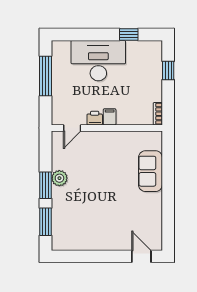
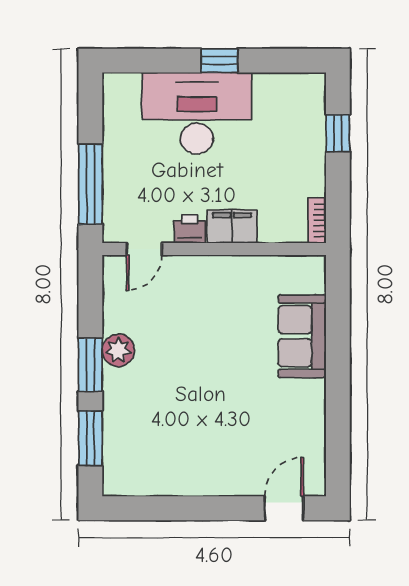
window: (129, 35) -> (219, 61), moved
window: (46, 76) -> (90, 184), moved
filing cabinet: (110, 117) -> (232, 227), width x2.00
door: (141, 256) -> (284, 508), hinge flipped

